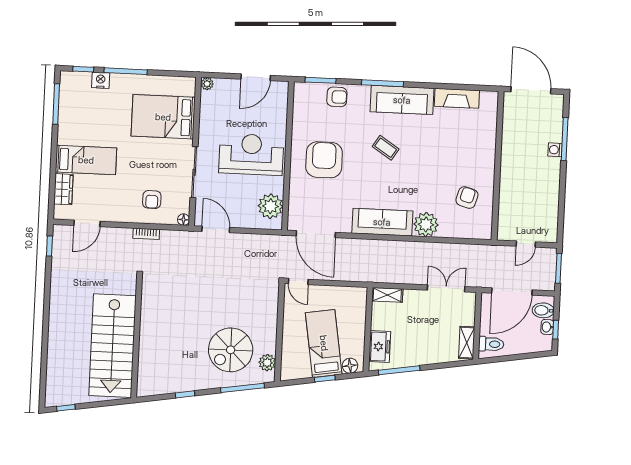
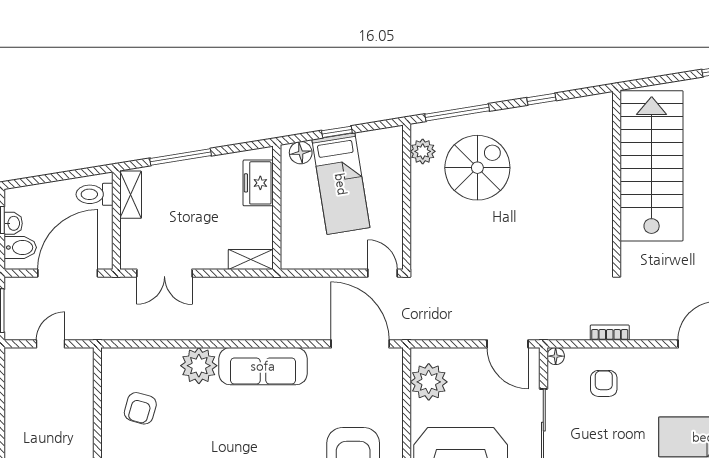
window: (399, 370) -> (181, 157), moved

